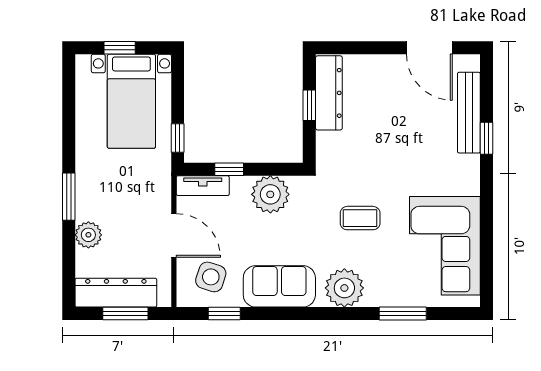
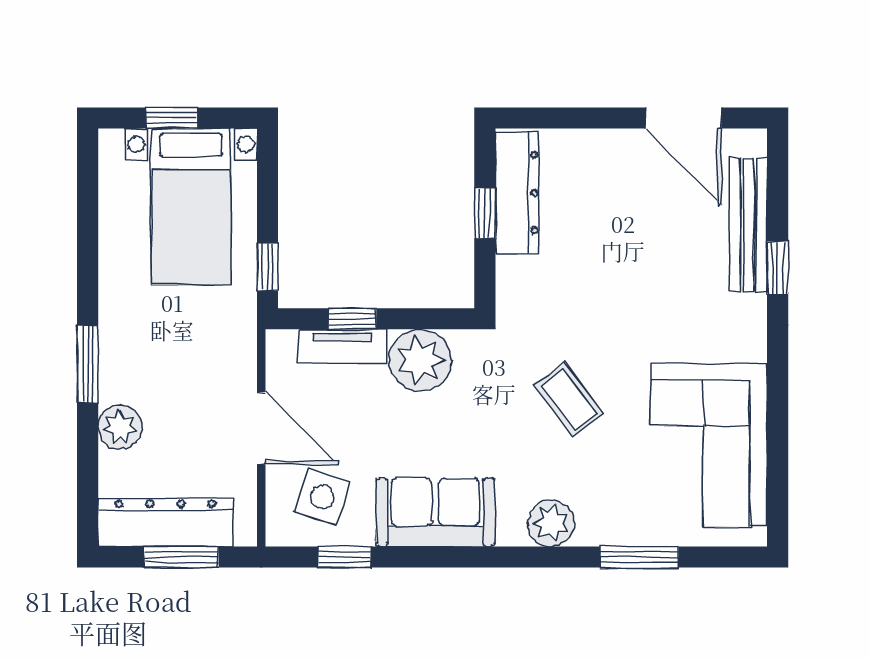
tv unit: (203, 186) -> (342, 346), moved
coffee table: (360, 218) -> (569, 399), turned 53
plant: (344, 288) -> (551, 523), width x0.73, depth x0.73

